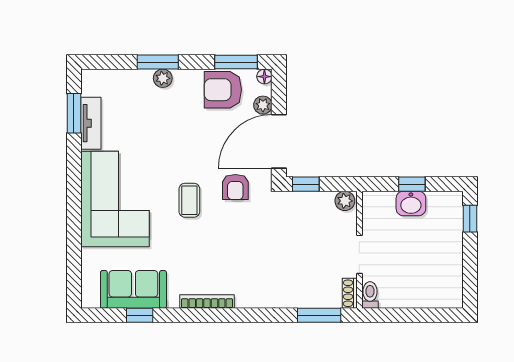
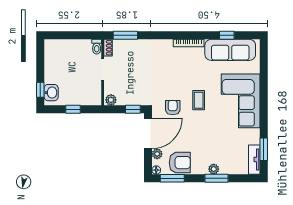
tv unit: (91, 123) -> (254, 160), moved
washbasin: (411, 203) -> (51, 93), moved, turned 90
sofa: (133, 289) -> (230, 50), width x1.36

